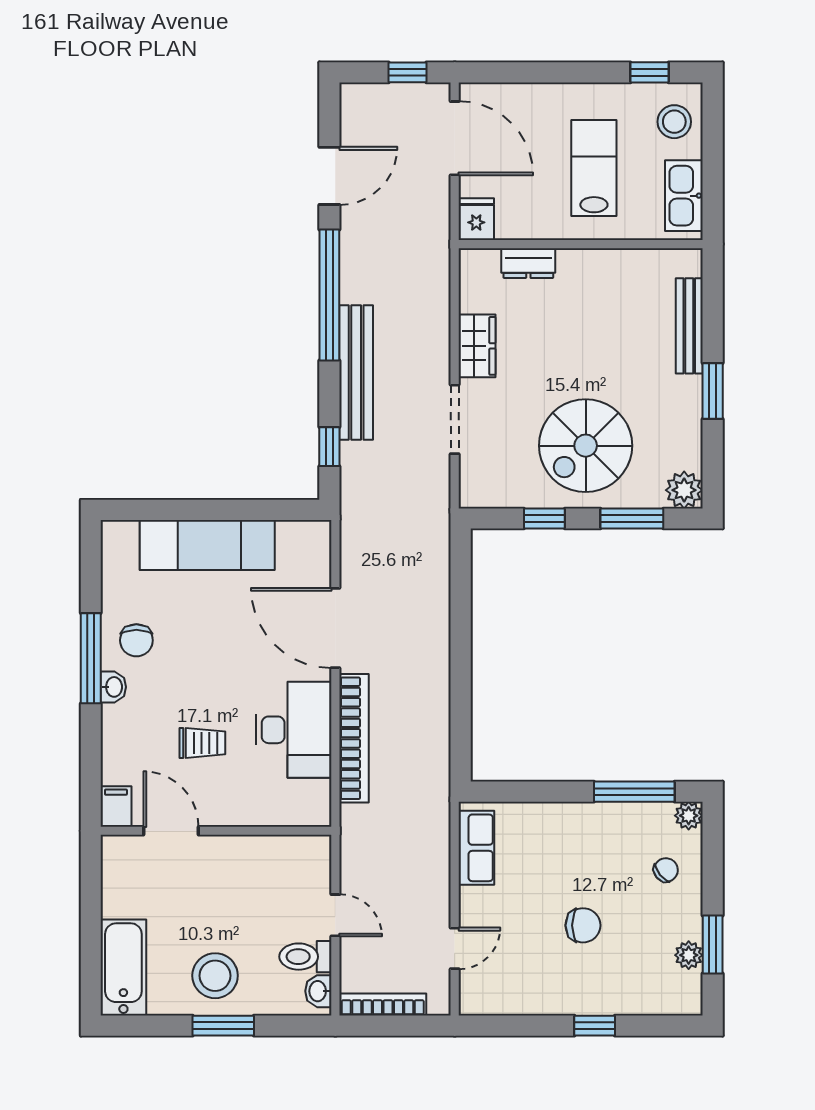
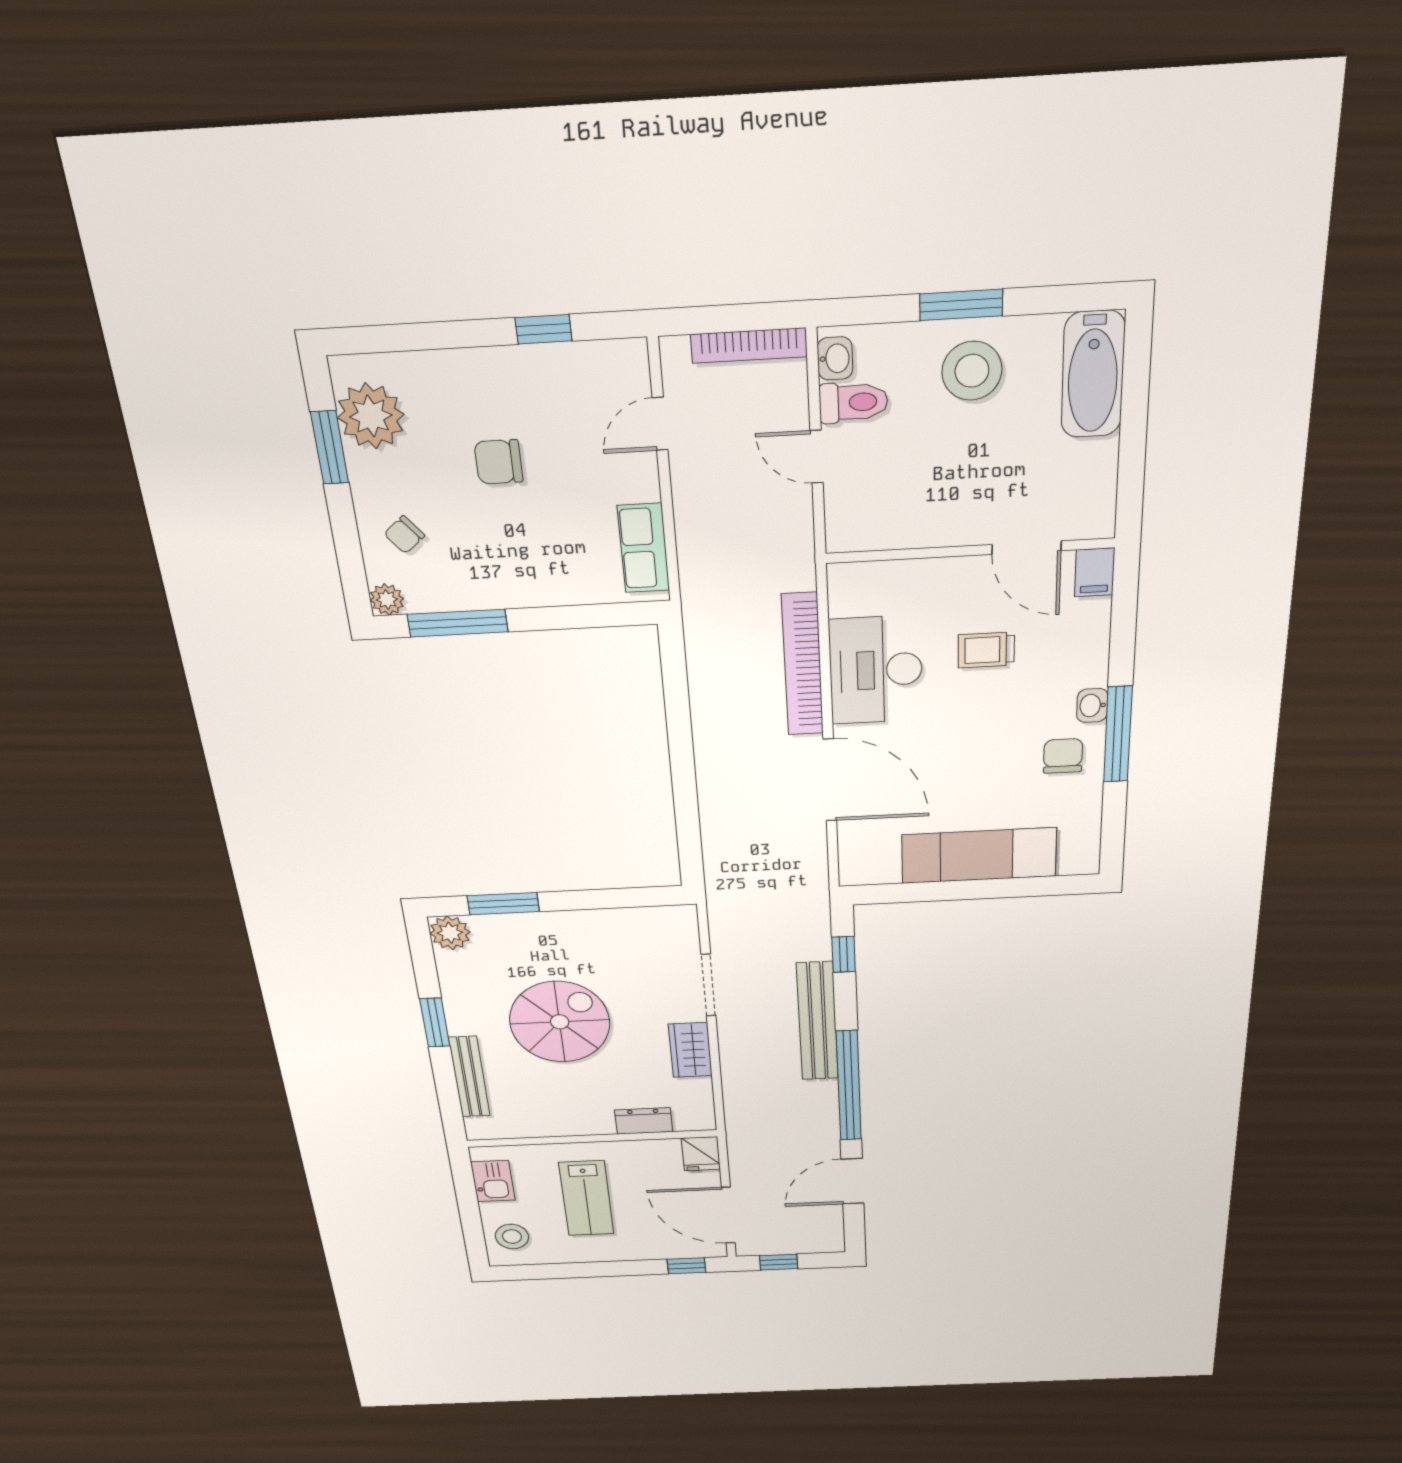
window: (650, 72) -> (686, 1266), moved
kitchen sink: (684, 196) -> (493, 1181), width x0.73
spiral stairs: (586, 446) -> (560, 1022), moved
window: (544, 519) -> (600, 899), removed
plant: (689, 955) -> (371, 416), width x1.88, depth x1.88
window: (595, 1026) -> (544, 329), moved

